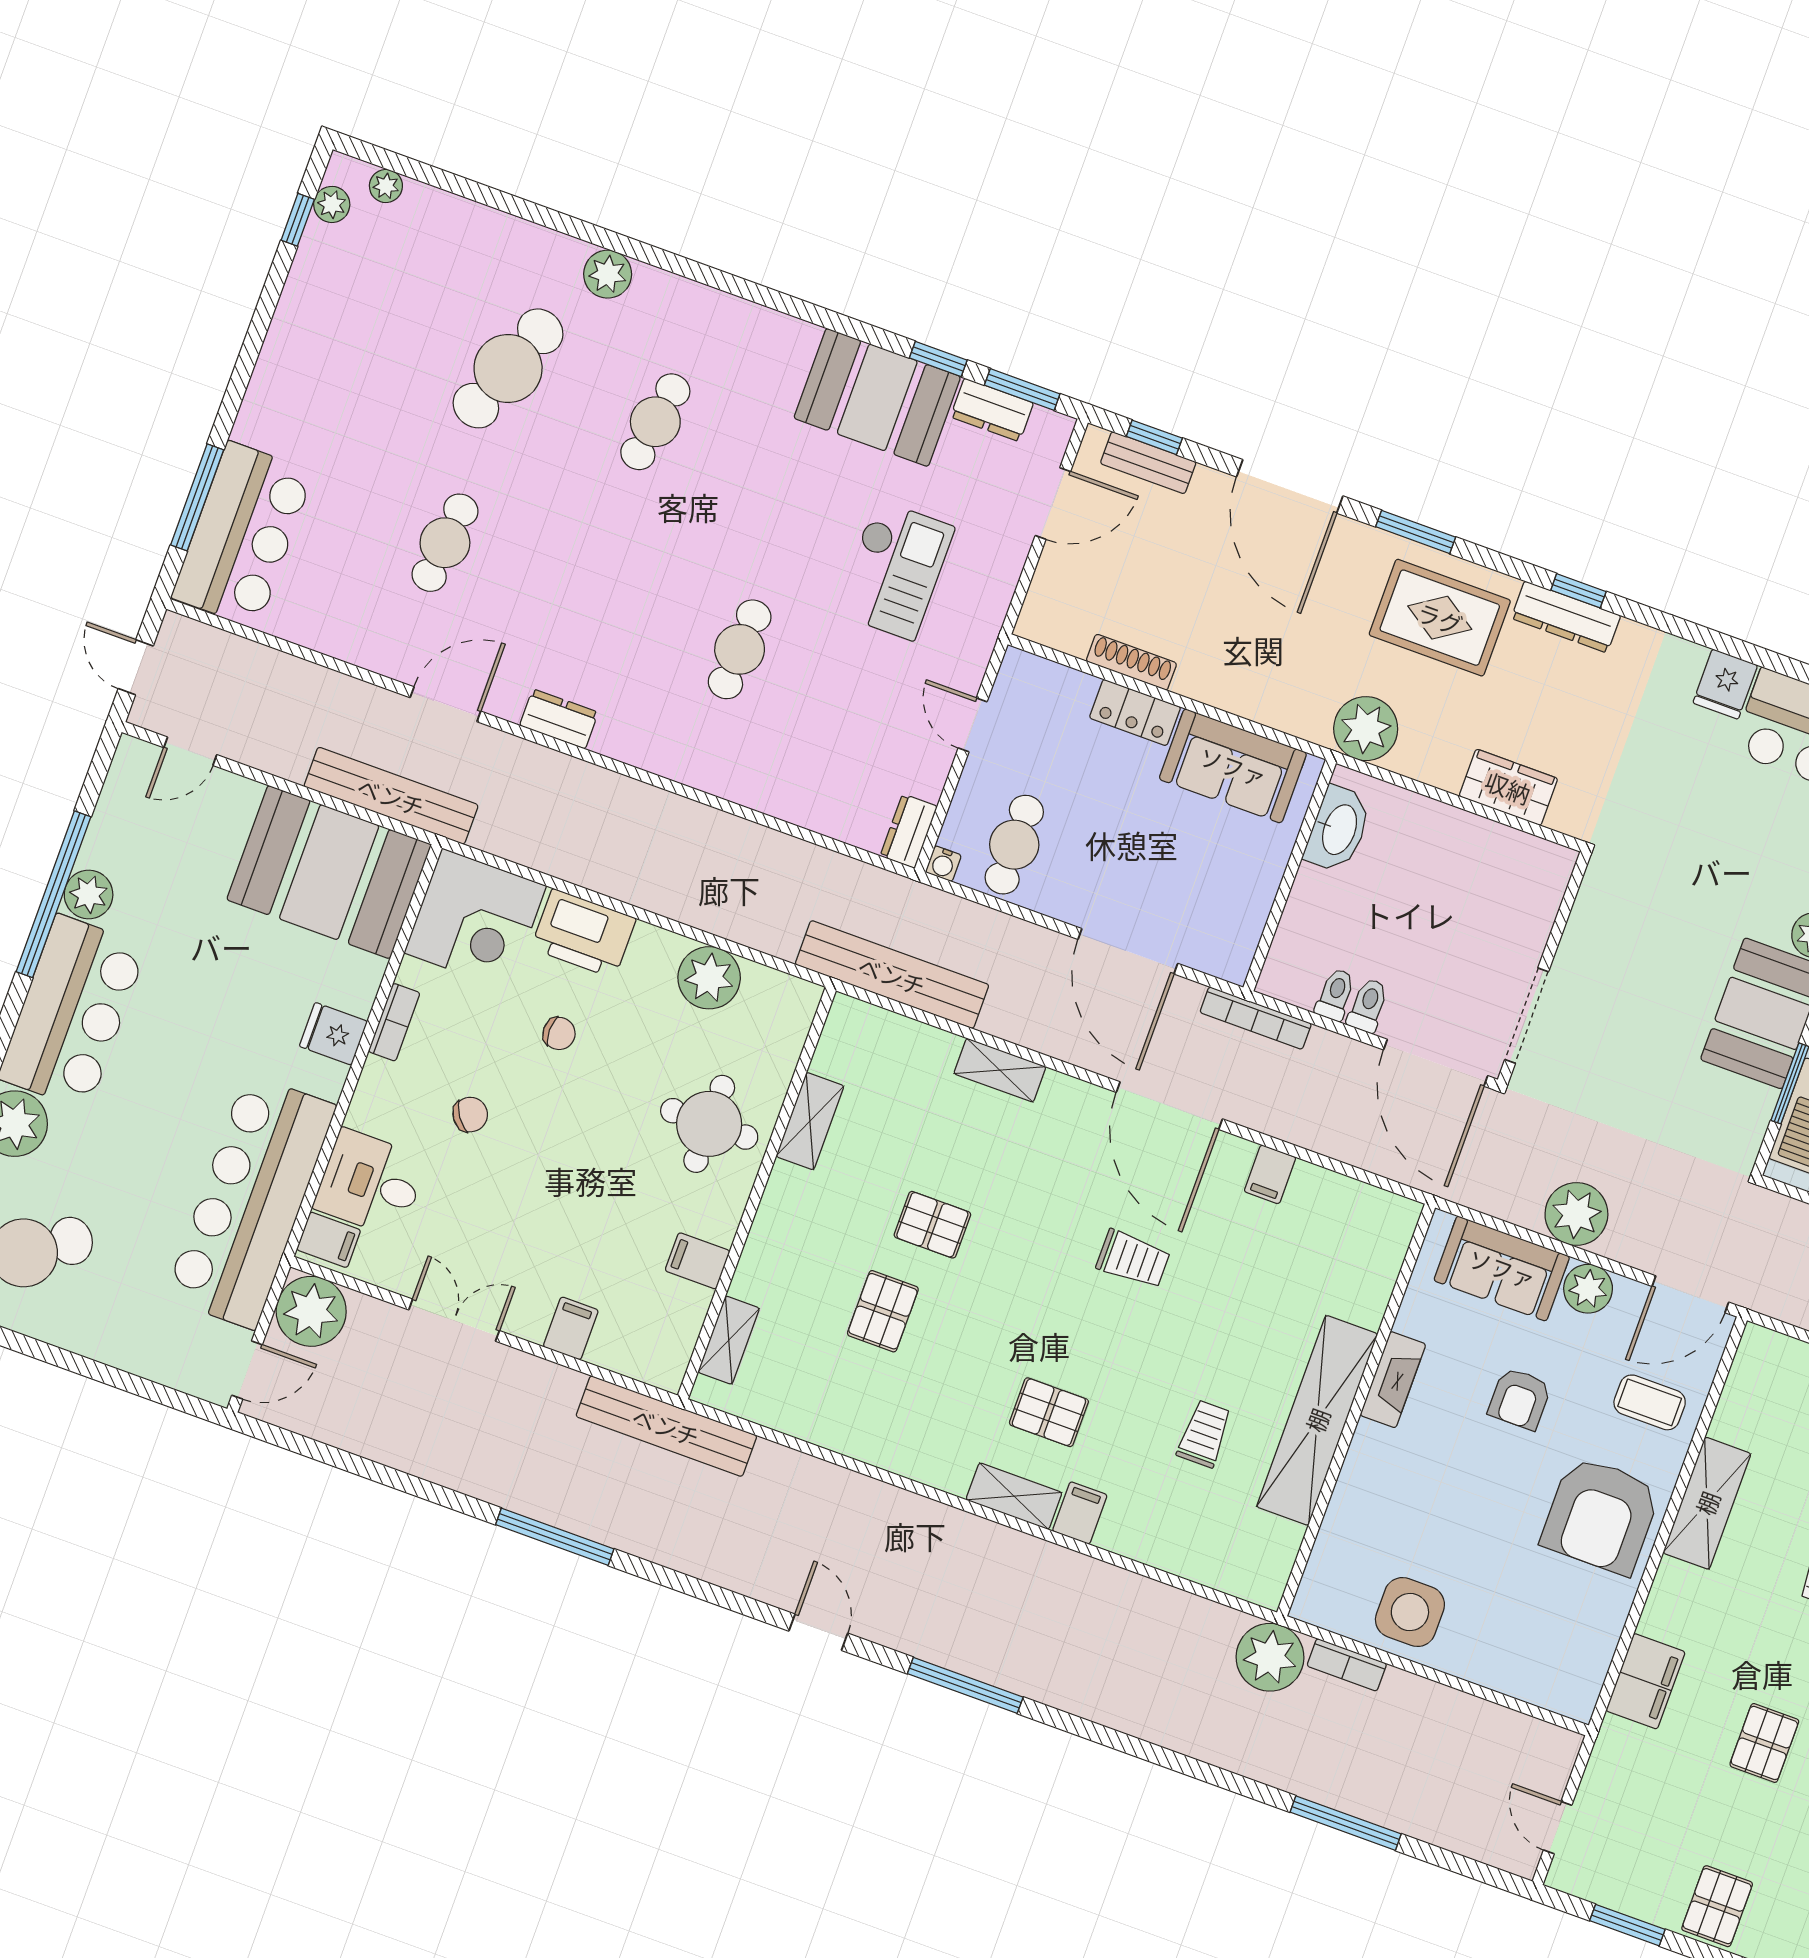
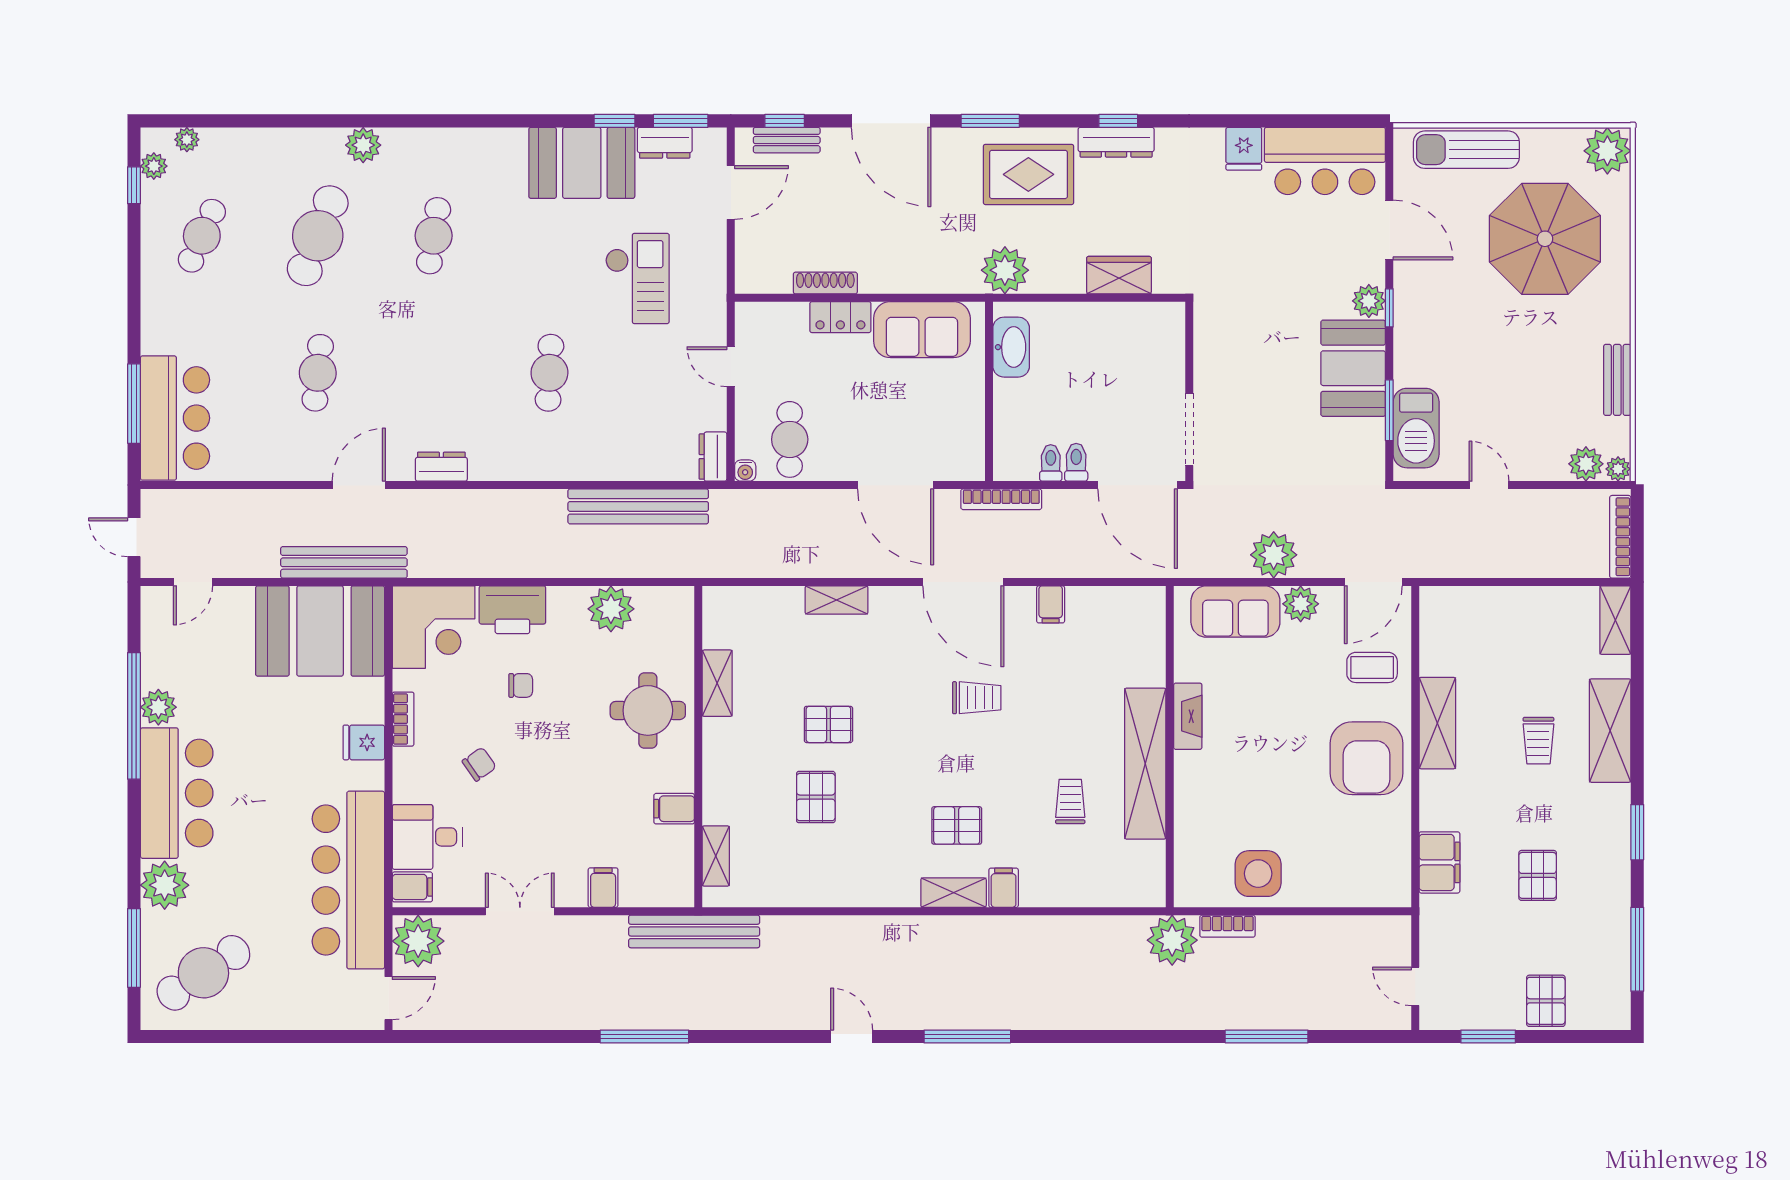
cafe table: (361, 315) -> (202, 236), added
bench: (892, 975) -> (638, 506), moved
armchair: (1520, 1399) -> (1281, 698), removed

